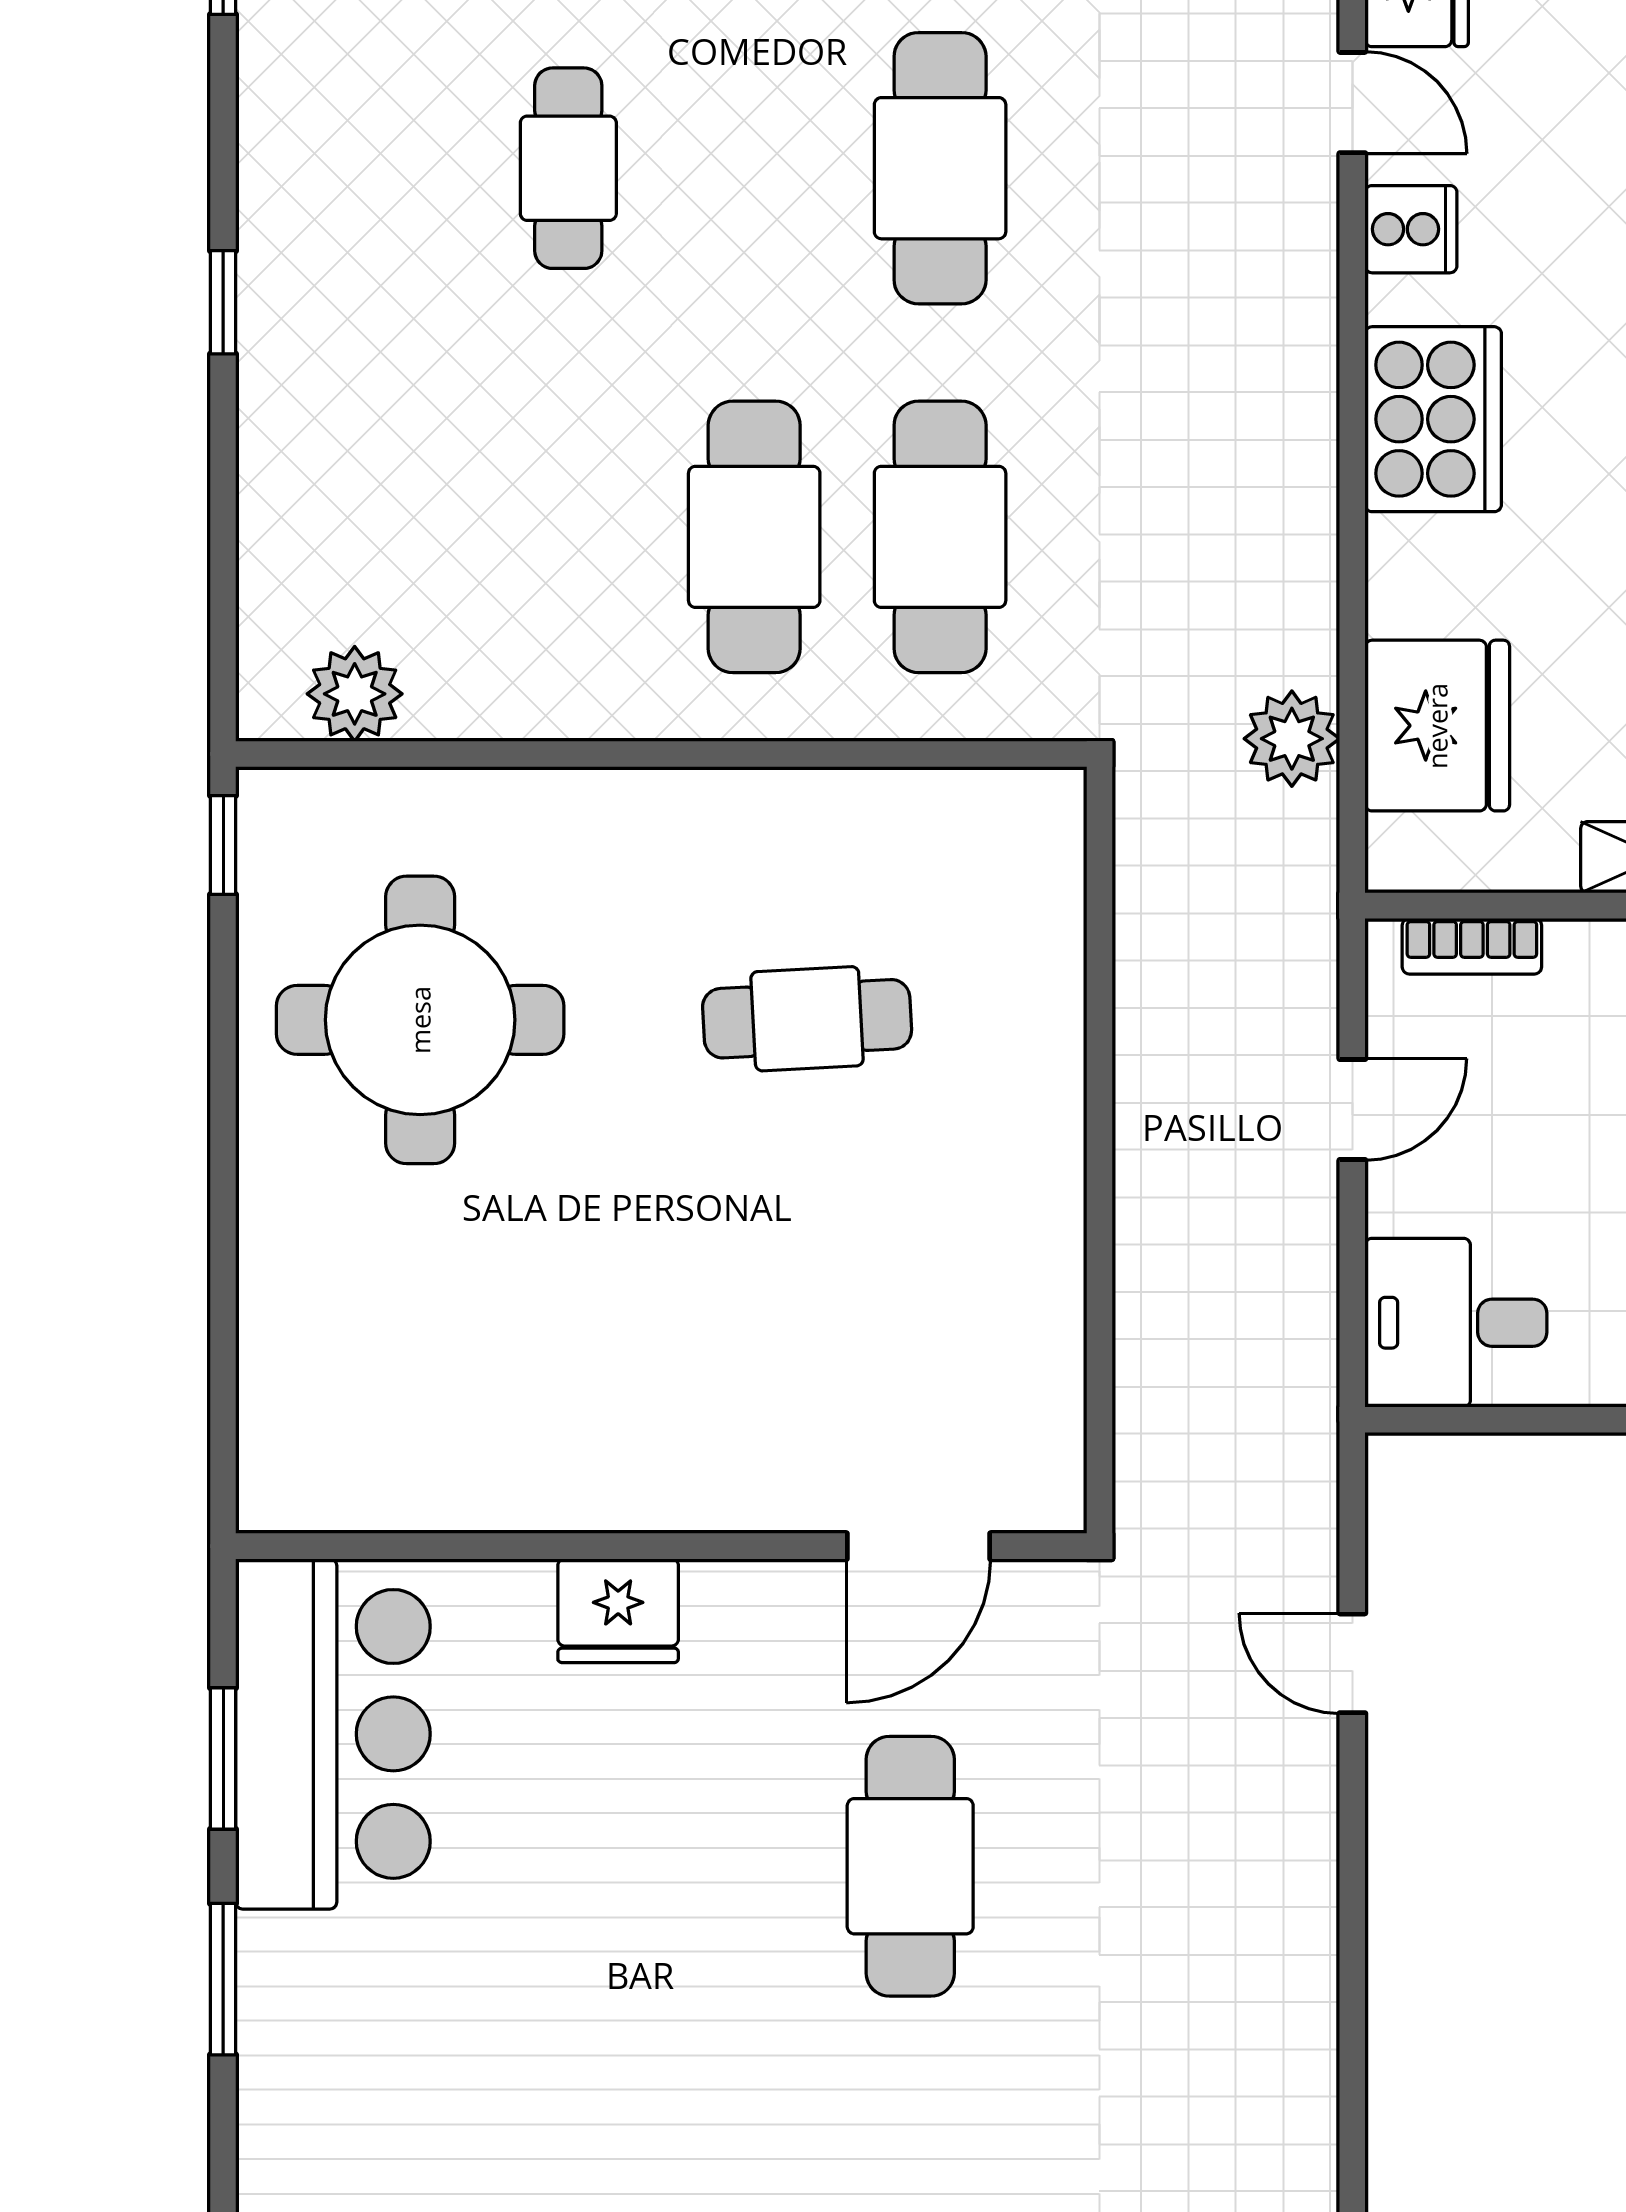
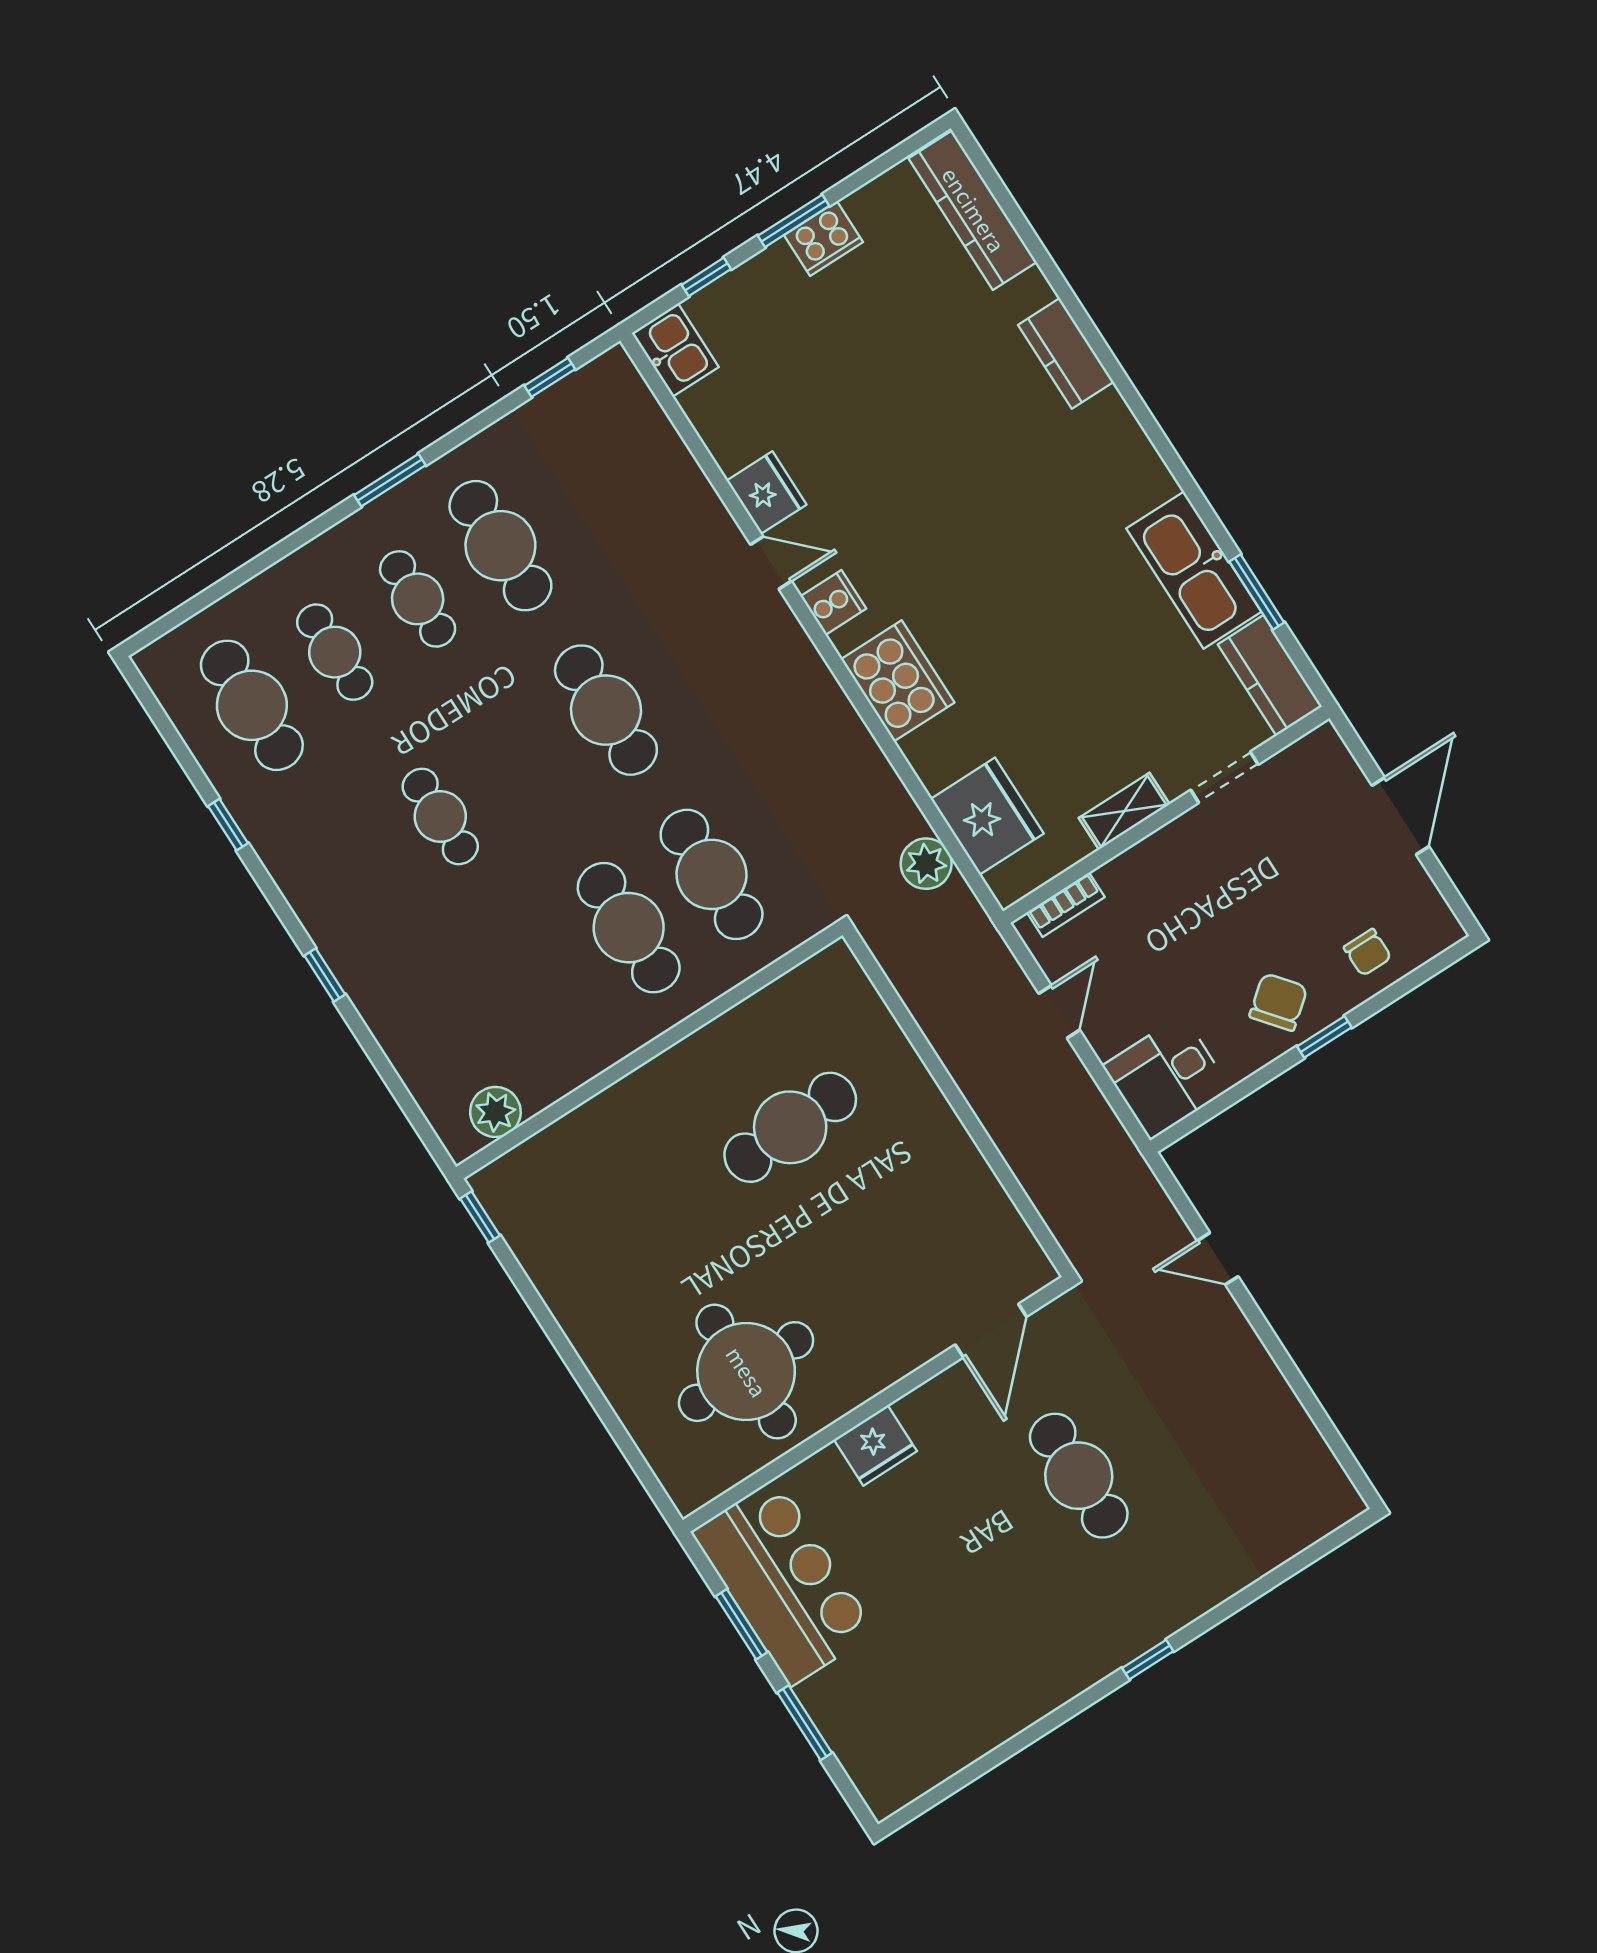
cafe table: (807, 1019) -> (790, 1127), width x1.37, depth x1.35
round table: (420, 1020) -> (746, 1372), moved

